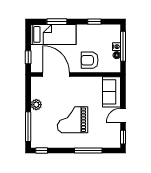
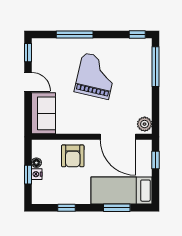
window: (123, 46) -> (28, 175), width x0.46
armchair: (90, 60) -> (73, 156), turned 90
plant: (36, 105) -> (145, 124), moved
door: (123, 115) -> (28, 82), hinge flipped
grand piano: (73, 120) -> (96, 76), turned -77

